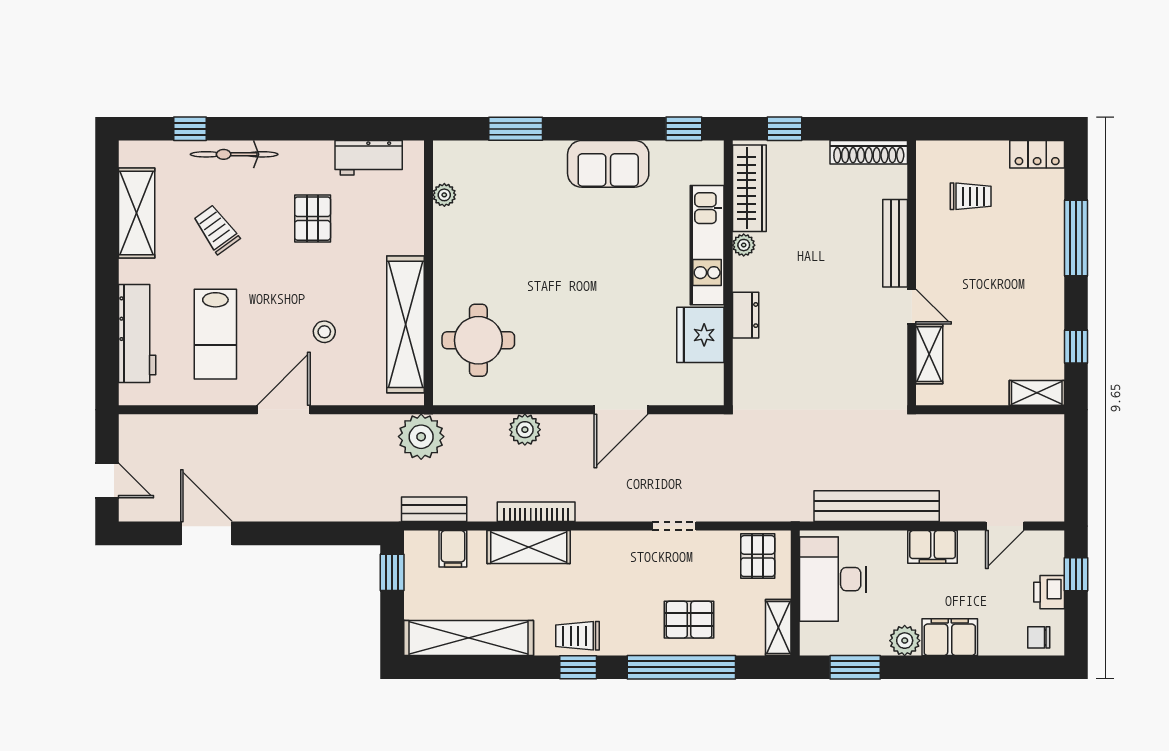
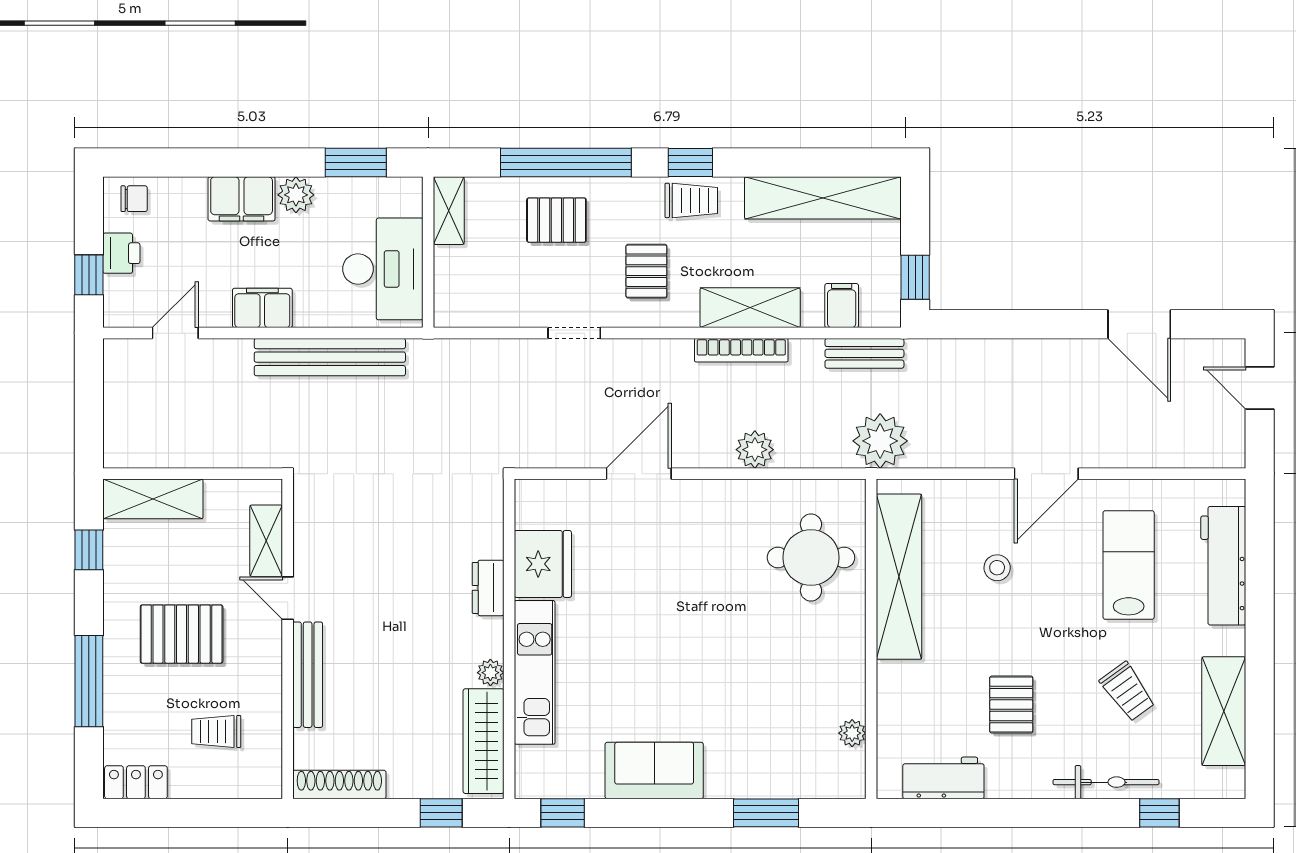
pallet: (999, 277) -> (182, 634), added
shelving: (1037, 393) -> (153, 499), width x1.50, depth x1.33
pallet: (758, 556) -> (646, 271), moved

